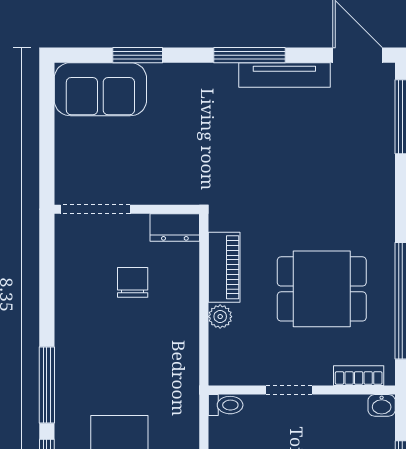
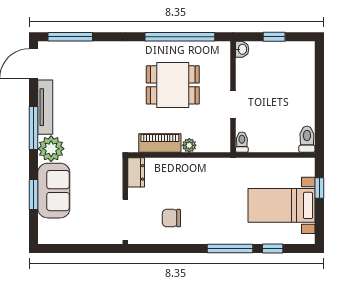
plant: (215, 84) -> (51, 149), added
sofa: (100, 89) -> (54, 191), moved
chair: (133, 282) -> (171, 218), moved
dining table: (322, 289) -> (173, 85), turned 90
bookcase: (359, 376) -> (224, 63), removed

